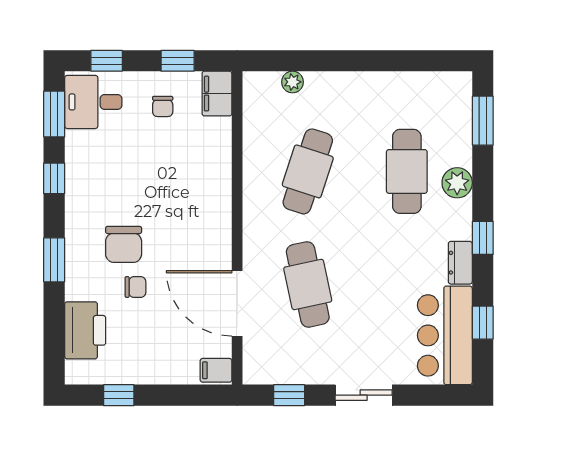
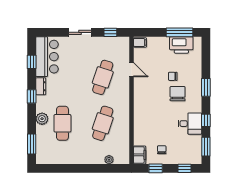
desk: (93, 102) -> (190, 124), moved
cafe table: (308, 284) -> (103, 77), turned 30
door: (237, 303) -> (131, 70), width x0.53
printer: (85, 330) -> (181, 45), moved, turned -90
window: (119, 395) -> (180, 32), width x2.17

